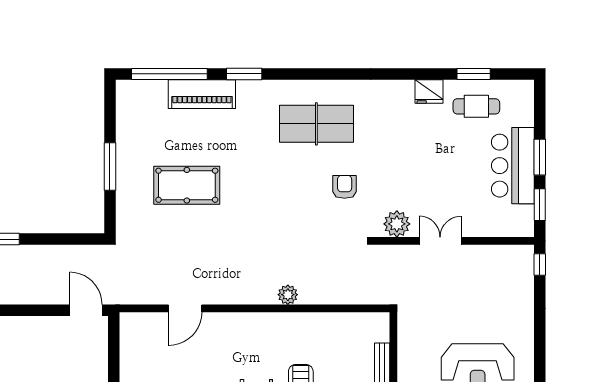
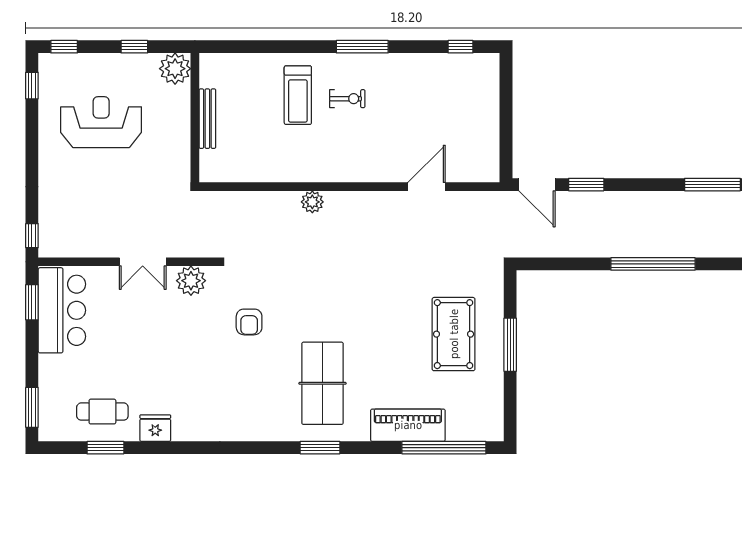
window: (244, 74) -> (320, 448), moved
table tennis table: (316, 124) -> (322, 383), moved, turned 90
window: (540, 157) -> (32, 407), moved
bar counter: (513, 166) -> (62, 310), moved
pool table: (187, 185) -> (454, 334), moved, turned 90
window: (42, 310) -> (586, 185), added

